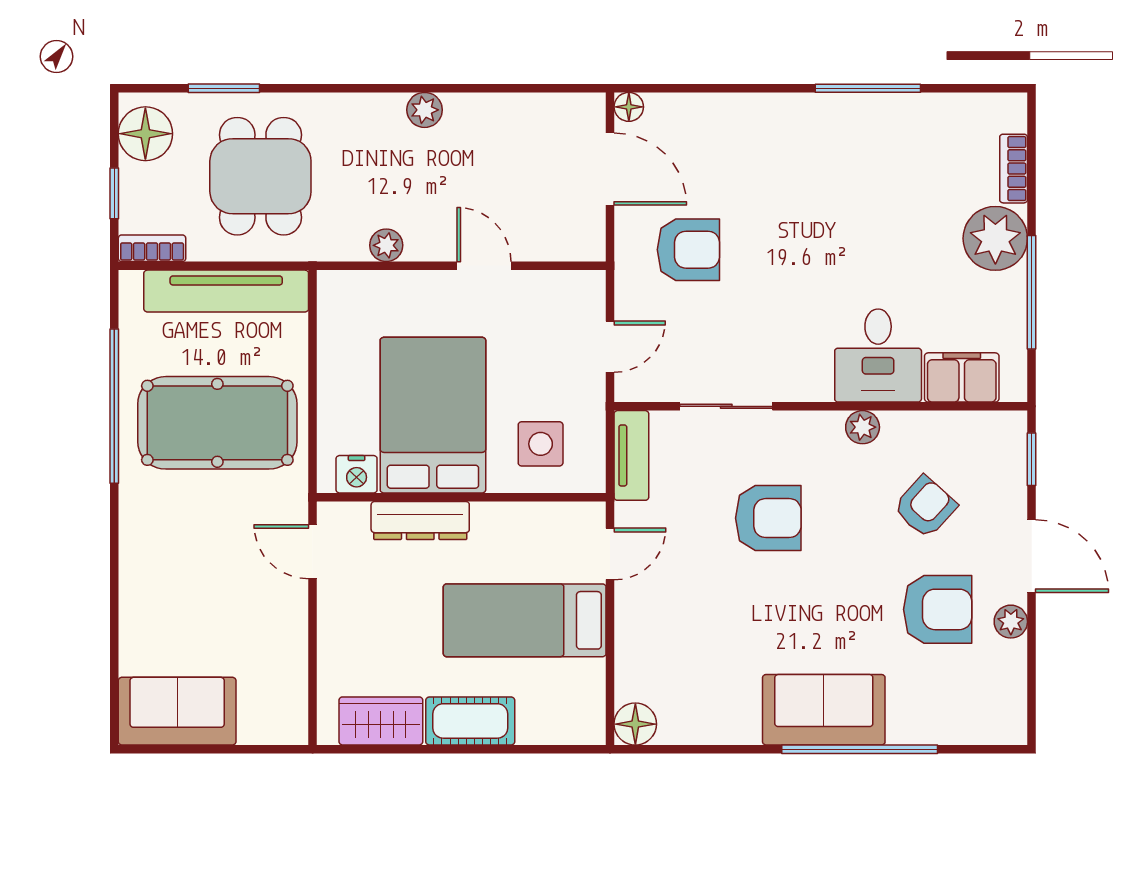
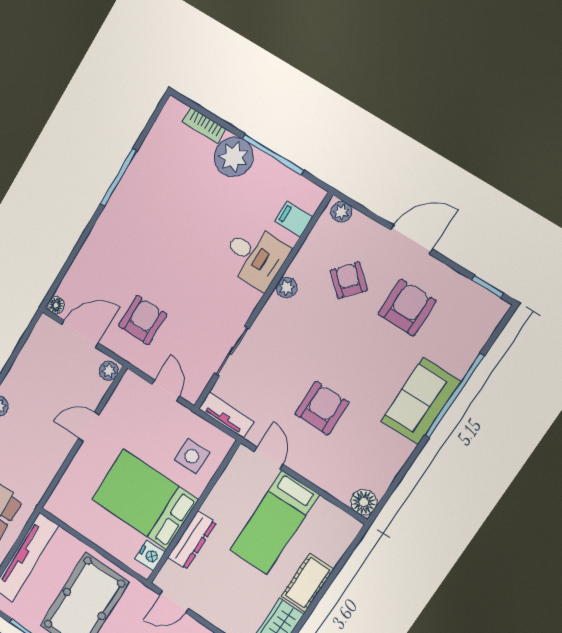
plant: (386, 245) -> (109, 371), moved
filing cabinet: (962, 377) -> (294, 219), width x0.50
window: (1032, 459) -> (488, 287), moved
armchair: (768, 518) -> (322, 408), moved
plant: (1011, 622) -> (341, 212), moved

